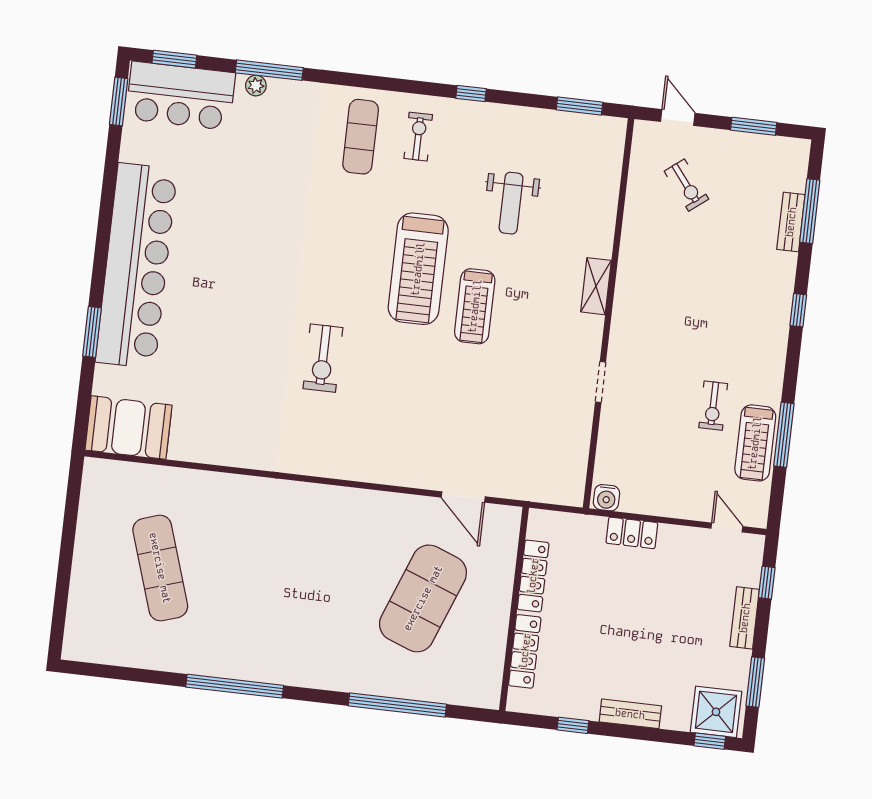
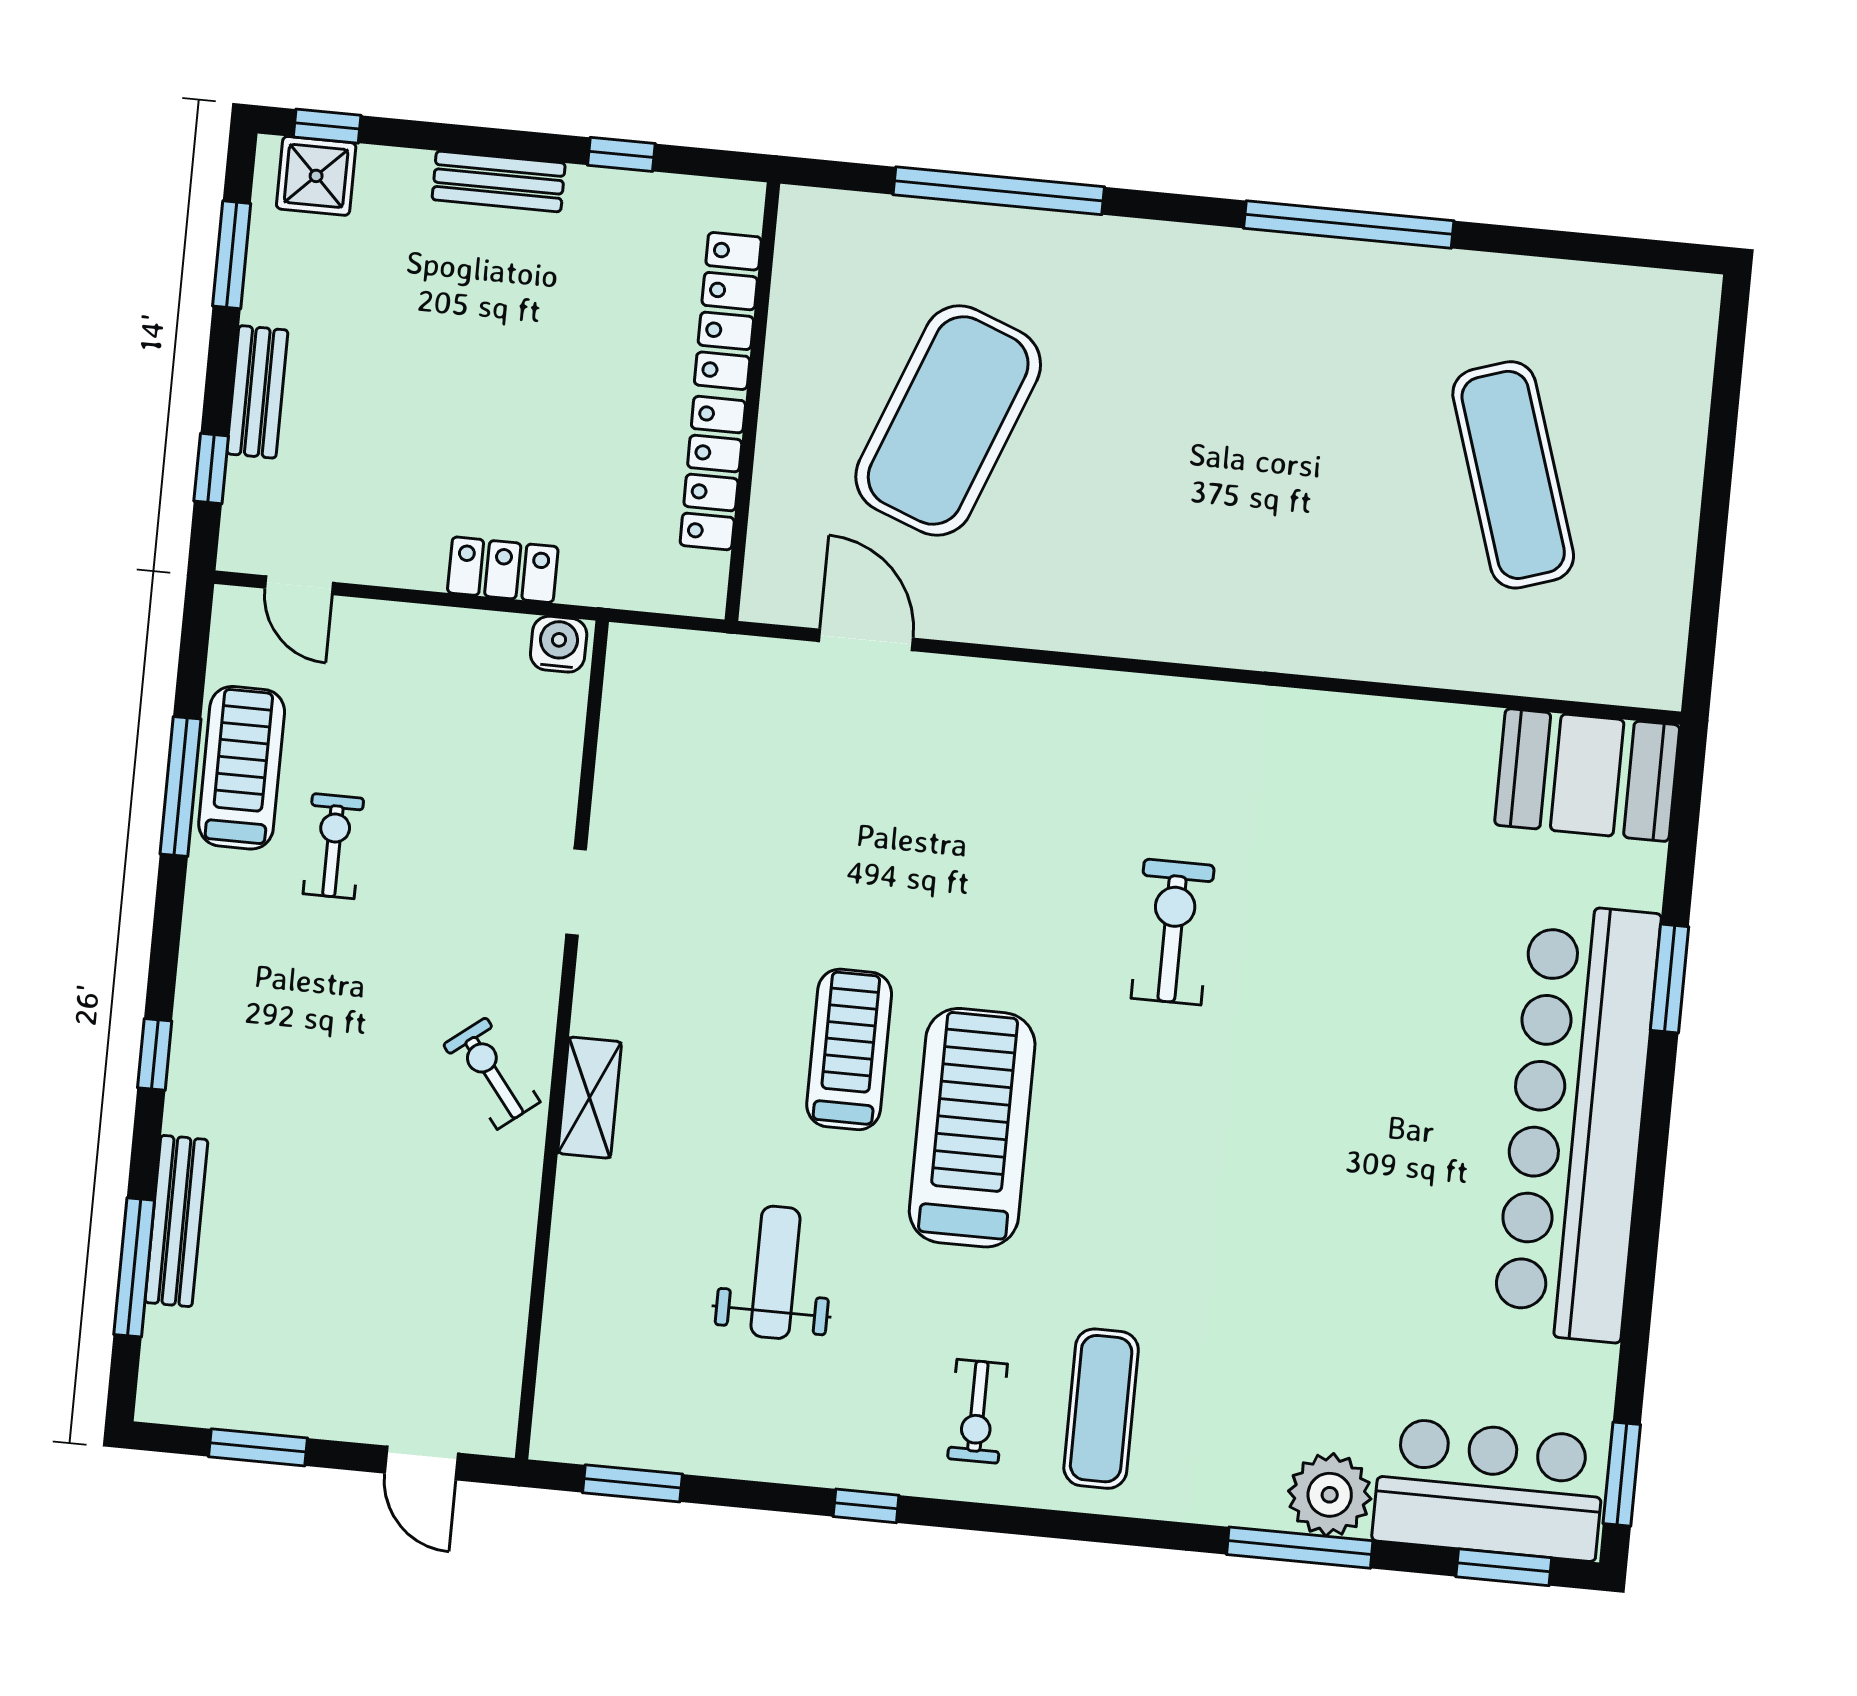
plant: (256, 86) -> (1330, 1495), width x1.88, depth x1.88
exercise bike: (686, 185) -> (492, 1073), moved
bench: (791, 222) -> (176, 1221), width x1.36
shower: (716, 712) -> (316, 176), width x0.73, depth x0.73

